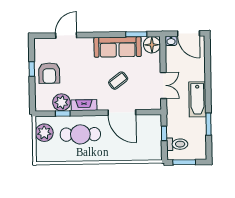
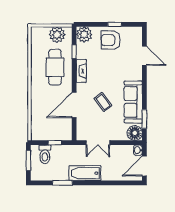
plant: (62, 102) -> (84, 34), moved

